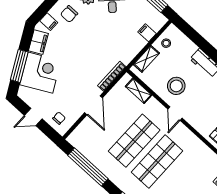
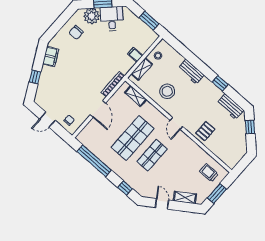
filing cabinet: (49, 22) -> (59, 39), removed
filing cabinet: (147, 33) -> (135, 55), moved
window: (19, 66) -> (35, 77), width x0.46
corner desk: (40, 73) -> (53, 82), removed
door: (175, 114) -> (176, 123), moved
shop shelf: (157, 162) -> (152, 155), width x0.70, depth x0.74

